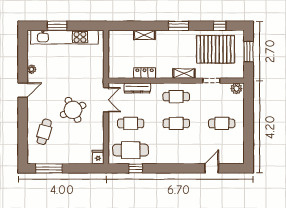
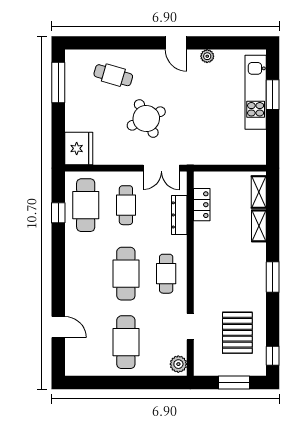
window: (220, 26) -> (273, 356), moved
kitchen unit: (64, 37) -> (256, 92), width x0.73
pallet: (216, 49) -> (237, 333), width x0.73, depth x0.71
locker: (145, 73) -> (202, 205), moved
shelving: (184, 74) -> (259, 192), moved
cafe table: (176, 123) -> (126, 274), width x1.37, depth x1.35
cafe table: (222, 123) -> (126, 342), width x1.37, depth x1.35
fridge: (98, 157) -> (79, 148), width x1.88, depth x1.34

